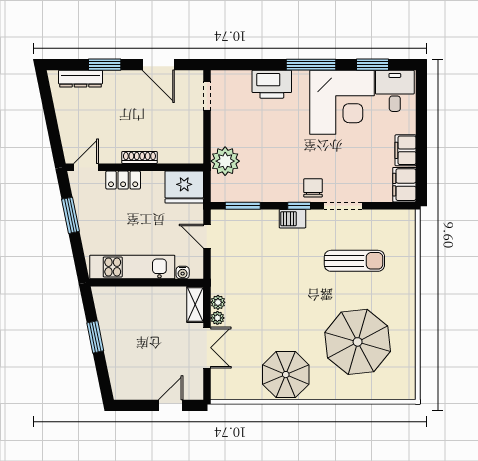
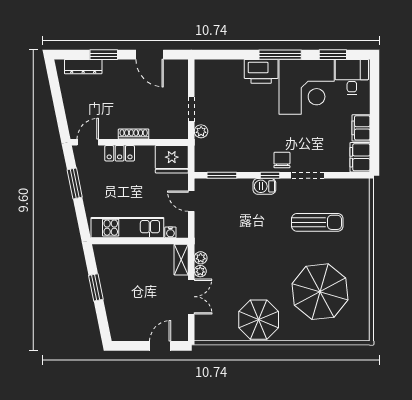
printer: (272, 84) -> (261, 71), moved
doorway: (207, 96) -> (191, 109), moved
plant: (225, 161) -> (201, 131), width x0.53, depth x0.53

